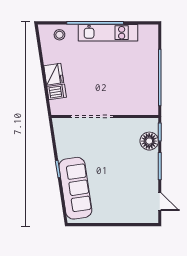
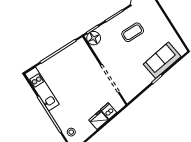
kitchen unit: (108, 33) -> (42, 89), moved
floor lamp: (149, 141) -> (94, 38), moved
coffee table: (128, 175) -> (133, 32), added
sofa: (75, 188) -> (162, 60), width x0.73

